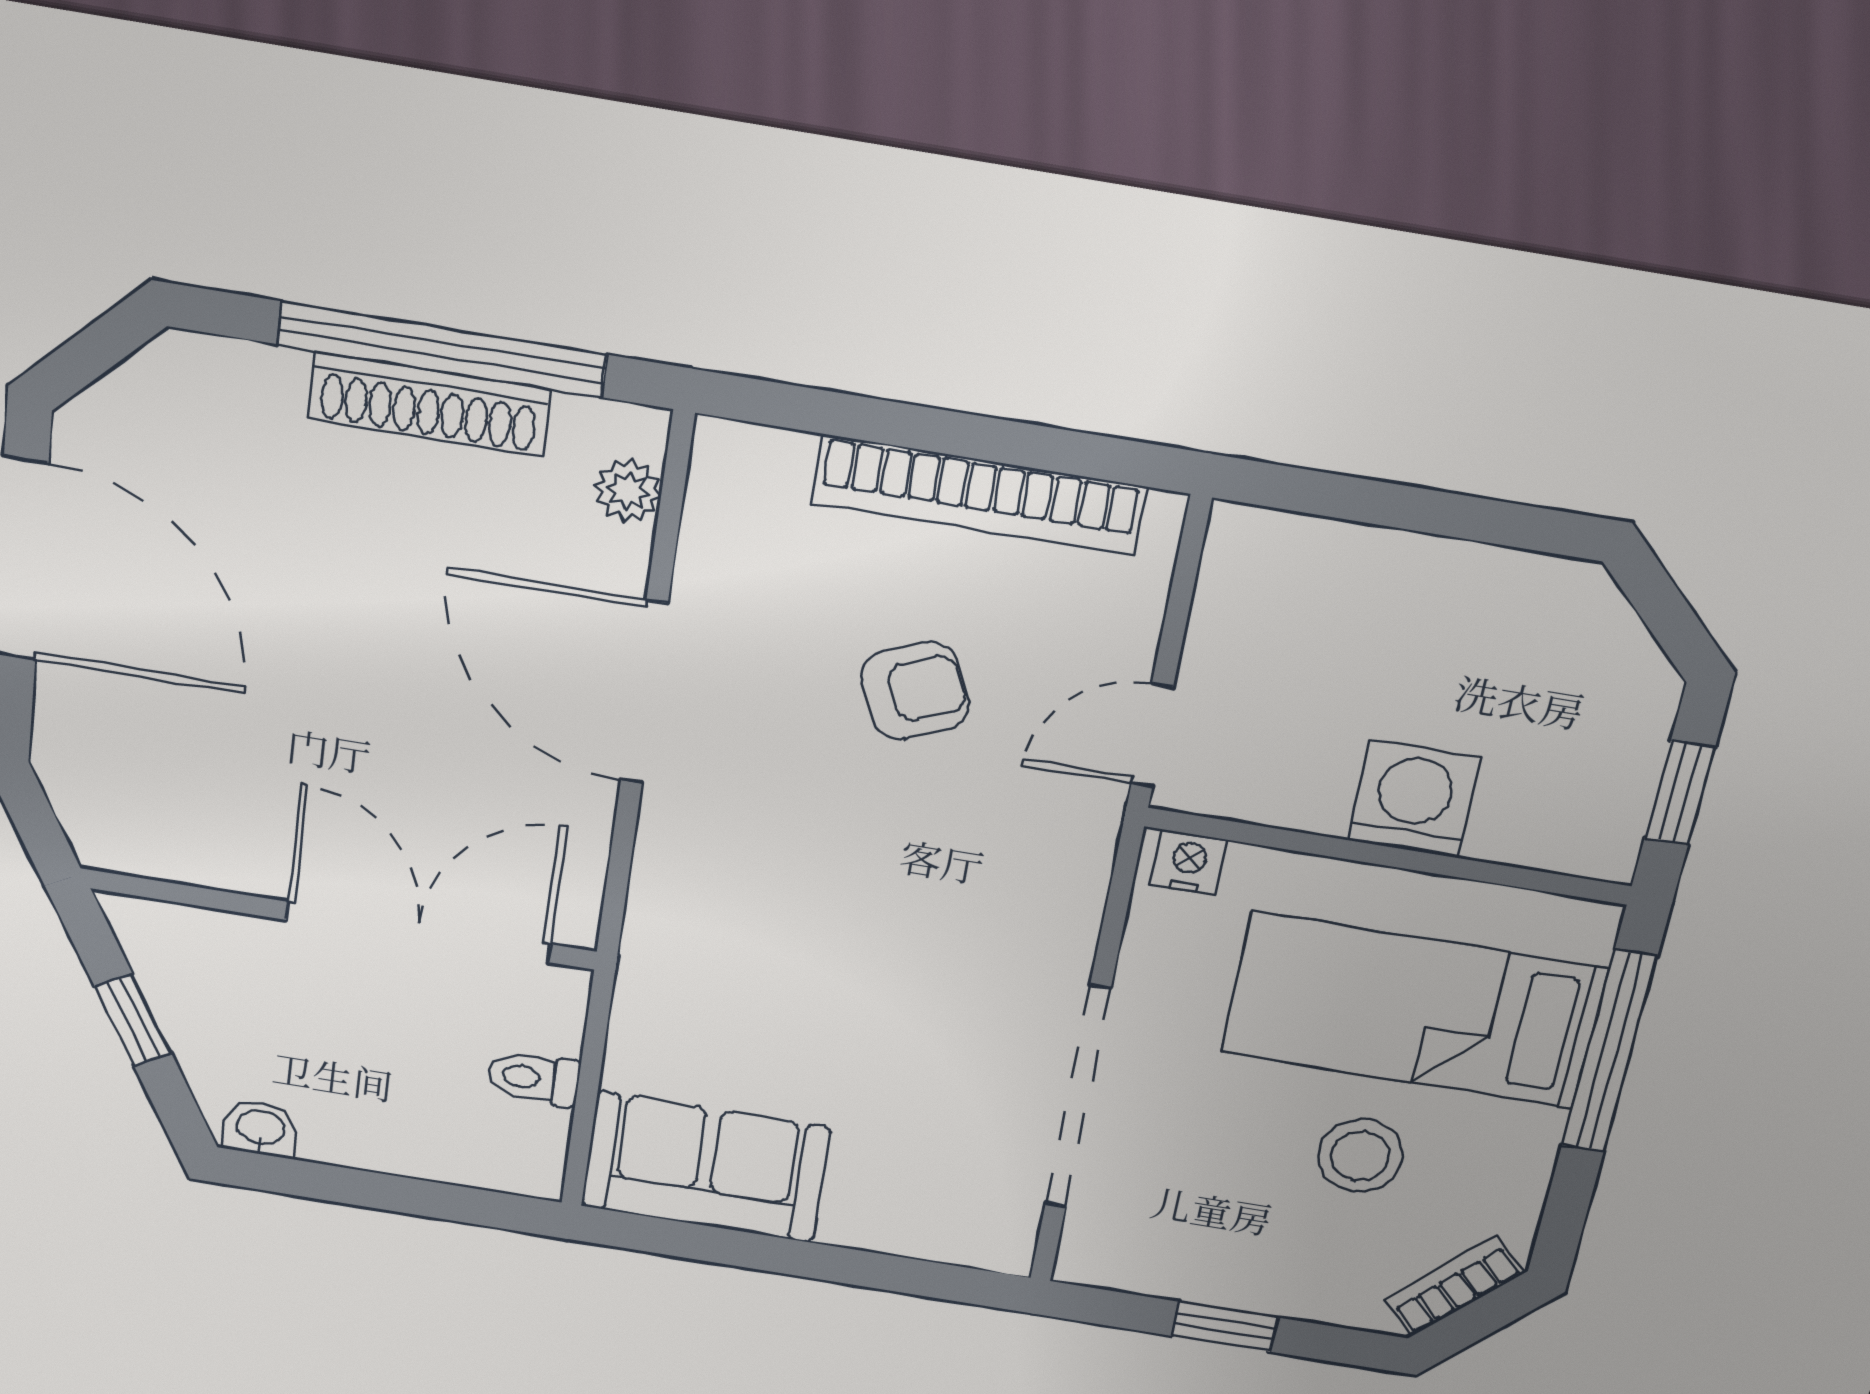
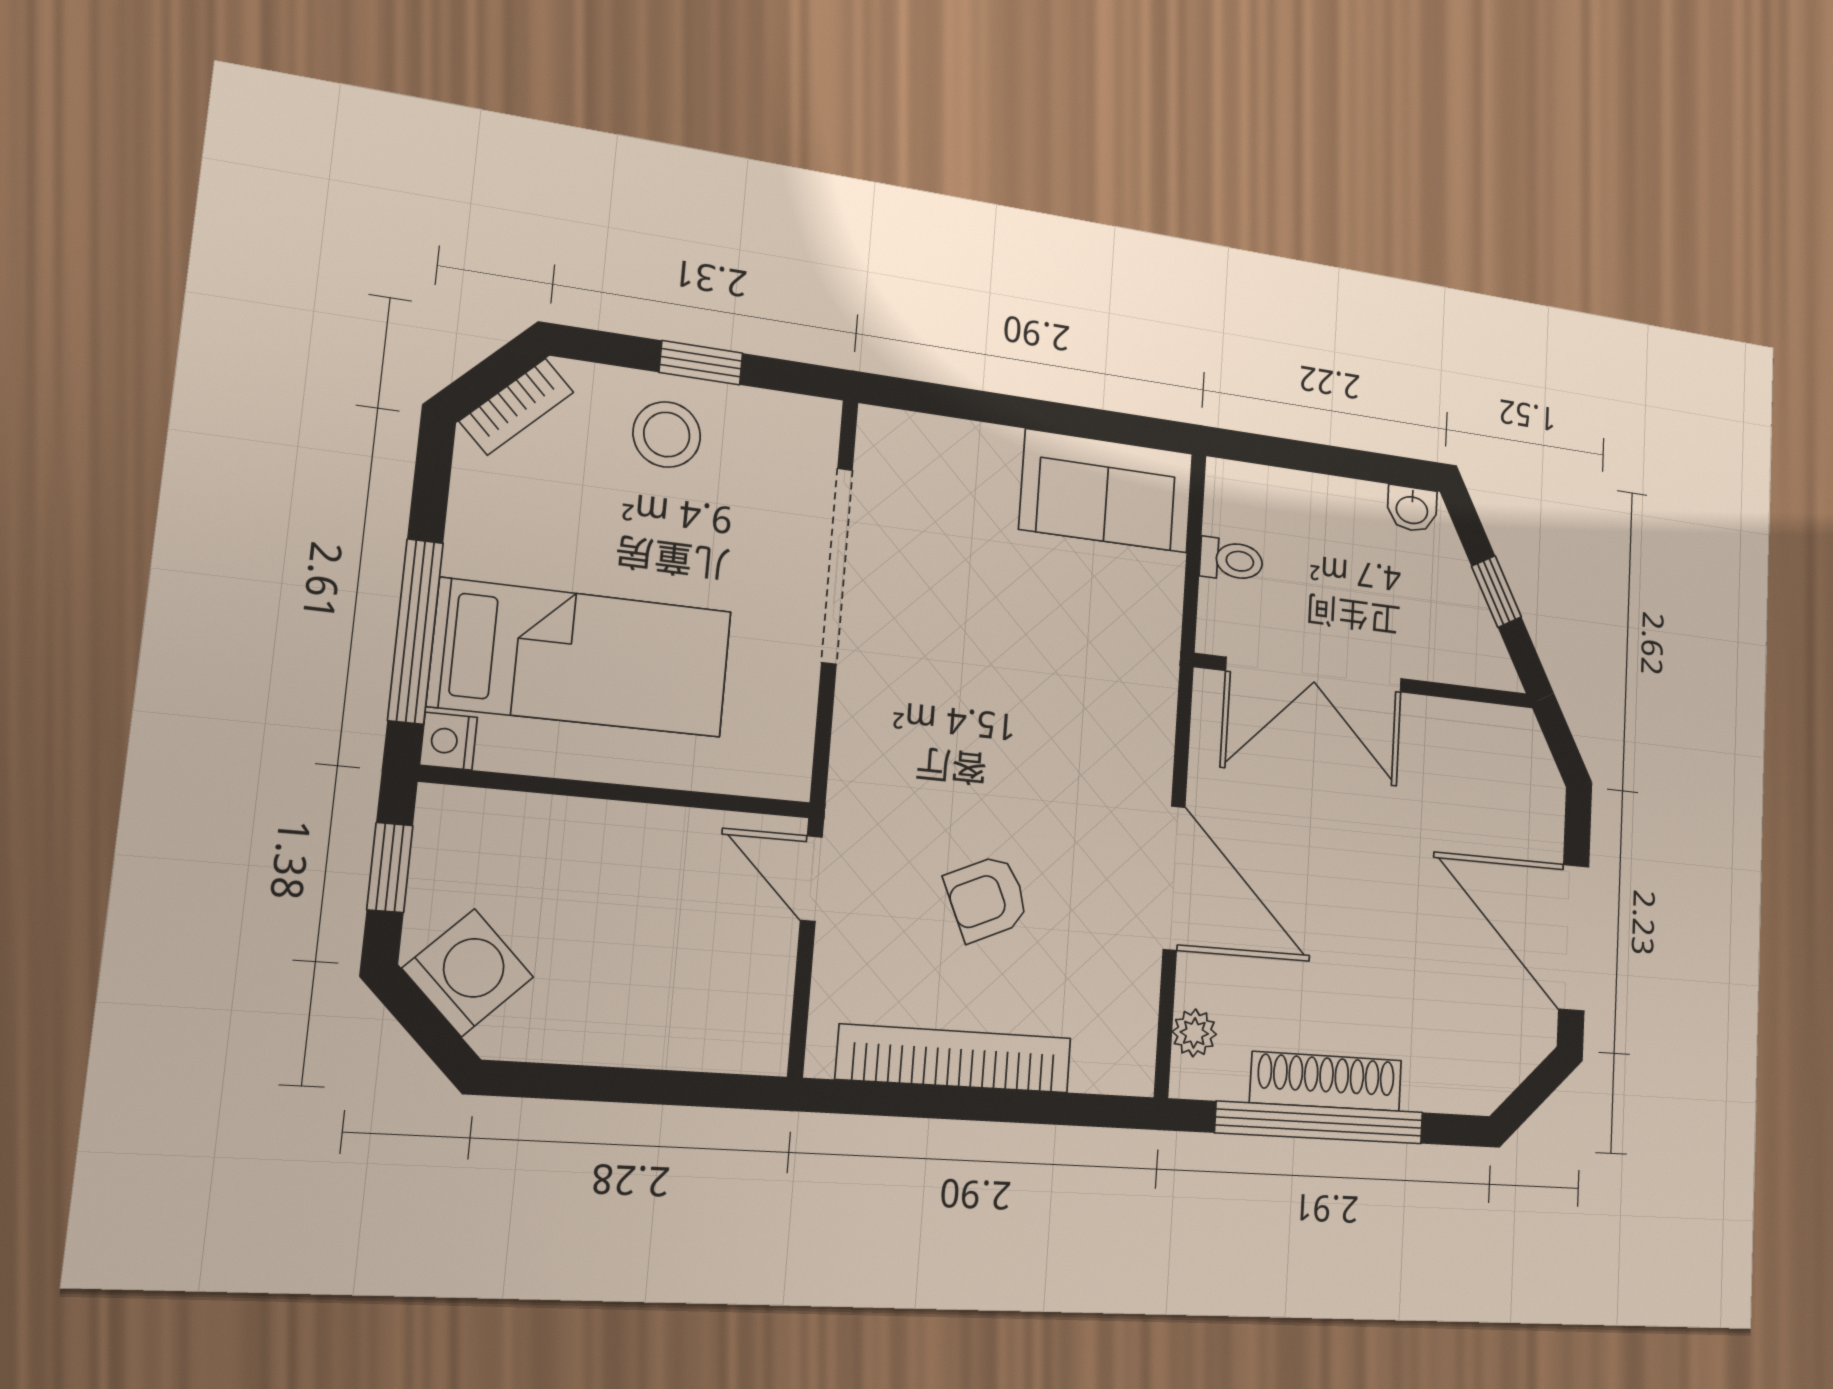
door: (1152, 735) -> (811, 879), swing flipped
washing machine: (1414, 799) -> (468, 973), moved, turned -135
nightstand: (1189, 862) -> (448, 741), moved, turned 90
stool: (1360, 1156) -> (667, 435), moved

